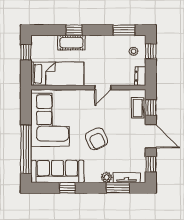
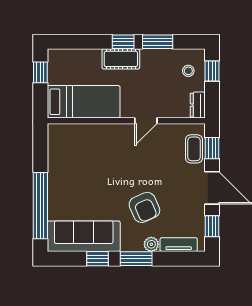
window: (74, 30) -> (123, 42), moved
window: (124, 30) -> (158, 42), moved
cot: (71, 43) -> (121, 59), moved
corner sofa: (50, 120) -> (74, 165), removed
armchair: (96, 139) -> (144, 207), moved
window: (118, 188) -> (136, 259), moved

